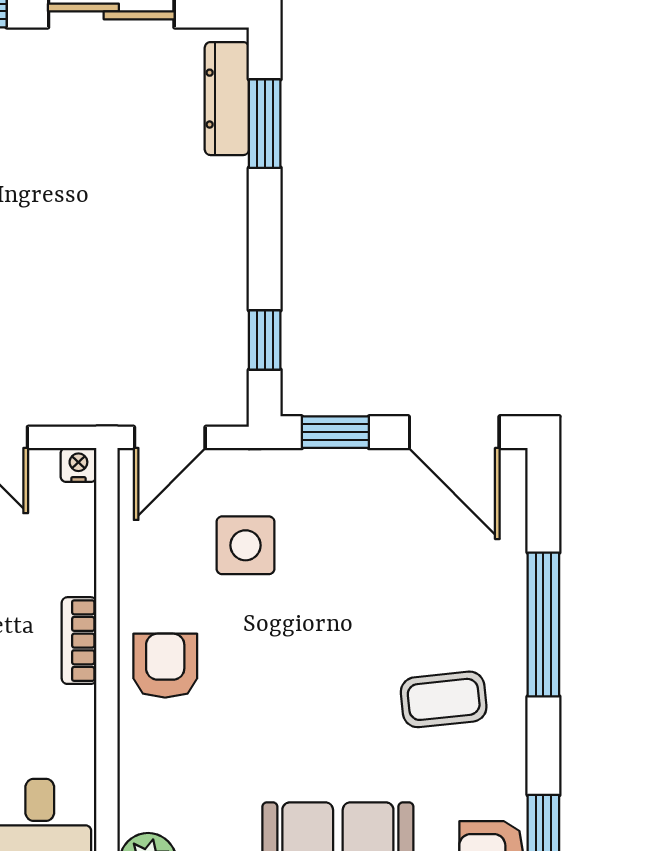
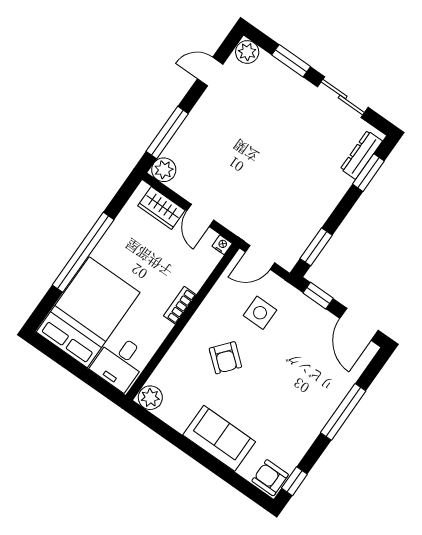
window: (265, 340) -> (316, 247), width x1.50
armchair: (165, 666) -> (225, 358), moved, turned 130
coffee table: (444, 699) -> (291, 413), removed

